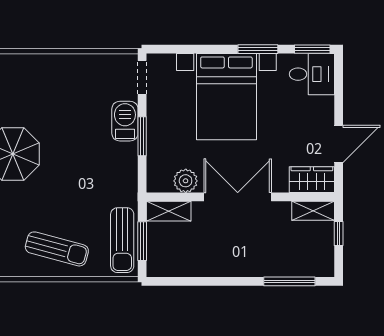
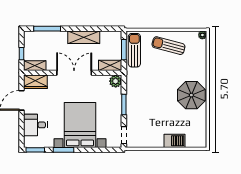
desk: (312, 74) -> (35, 125), moved
barbecue: (125, 121) -> (175, 141), moved, turned -90
plant: (186, 181) -> (116, 81), moved
double door: (238, 197) -> (74, 73), swing flipped
shelving: (219, 265) -> (84, 37), added

